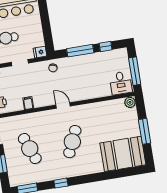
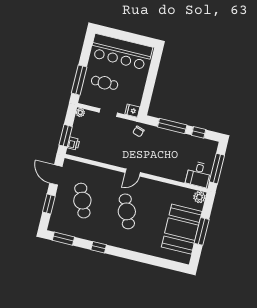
filing cabinet: (28, 103) -> (100, 156), removed
door: (63, 106) -> (133, 172), swing flipped
cafe table: (72, 142) -> (127, 211), turned -45
booth: (123, 154) -> (182, 229), moved, turned 90

